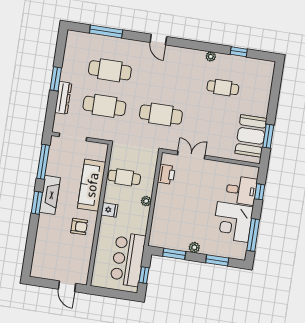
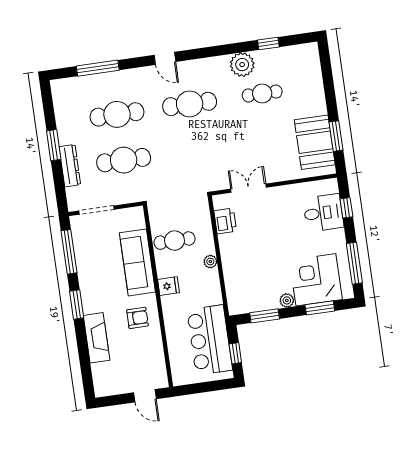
plant: (211, 57) -> (242, 65), width x1.88, depth x1.88
cafe table: (161, 115) -> (190, 104), moved
fireplace: (50, 195) -> (97, 338), moved
corner desk: (233, 222) -> (316, 280), moved, turned 90

